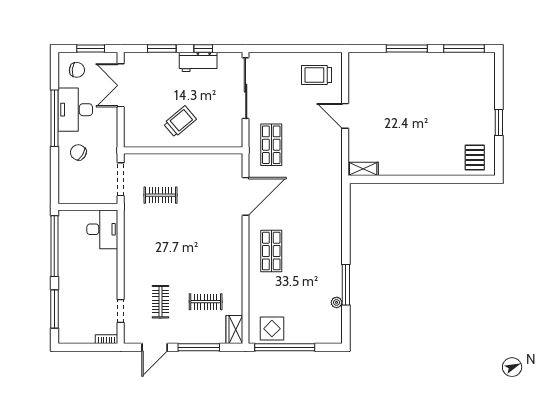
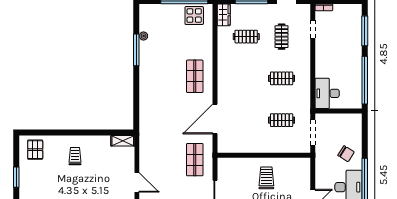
trolley: (180, 122) -> (266, 178), turned 130
trolley: (424, 149) -> (75, 156), added
clothes rail: (161, 248) -> (282, 78), added

